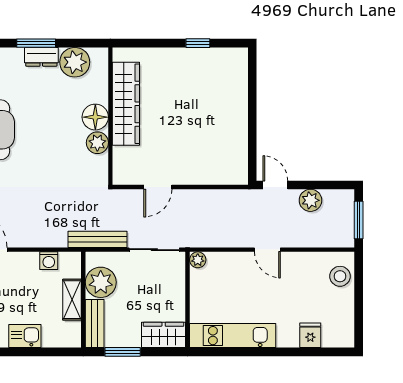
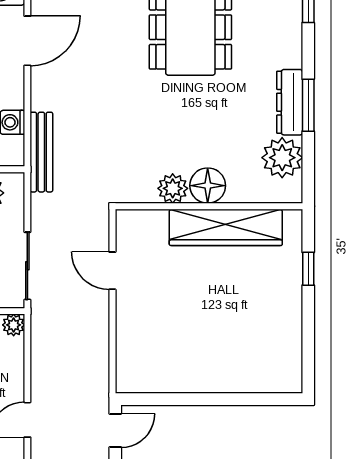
window: (198, 43) -> (308, 269), moved
dresser: (41, 57) -> (290, 102), width x1.44
bench: (98, 239) -> (41, 152), moved

